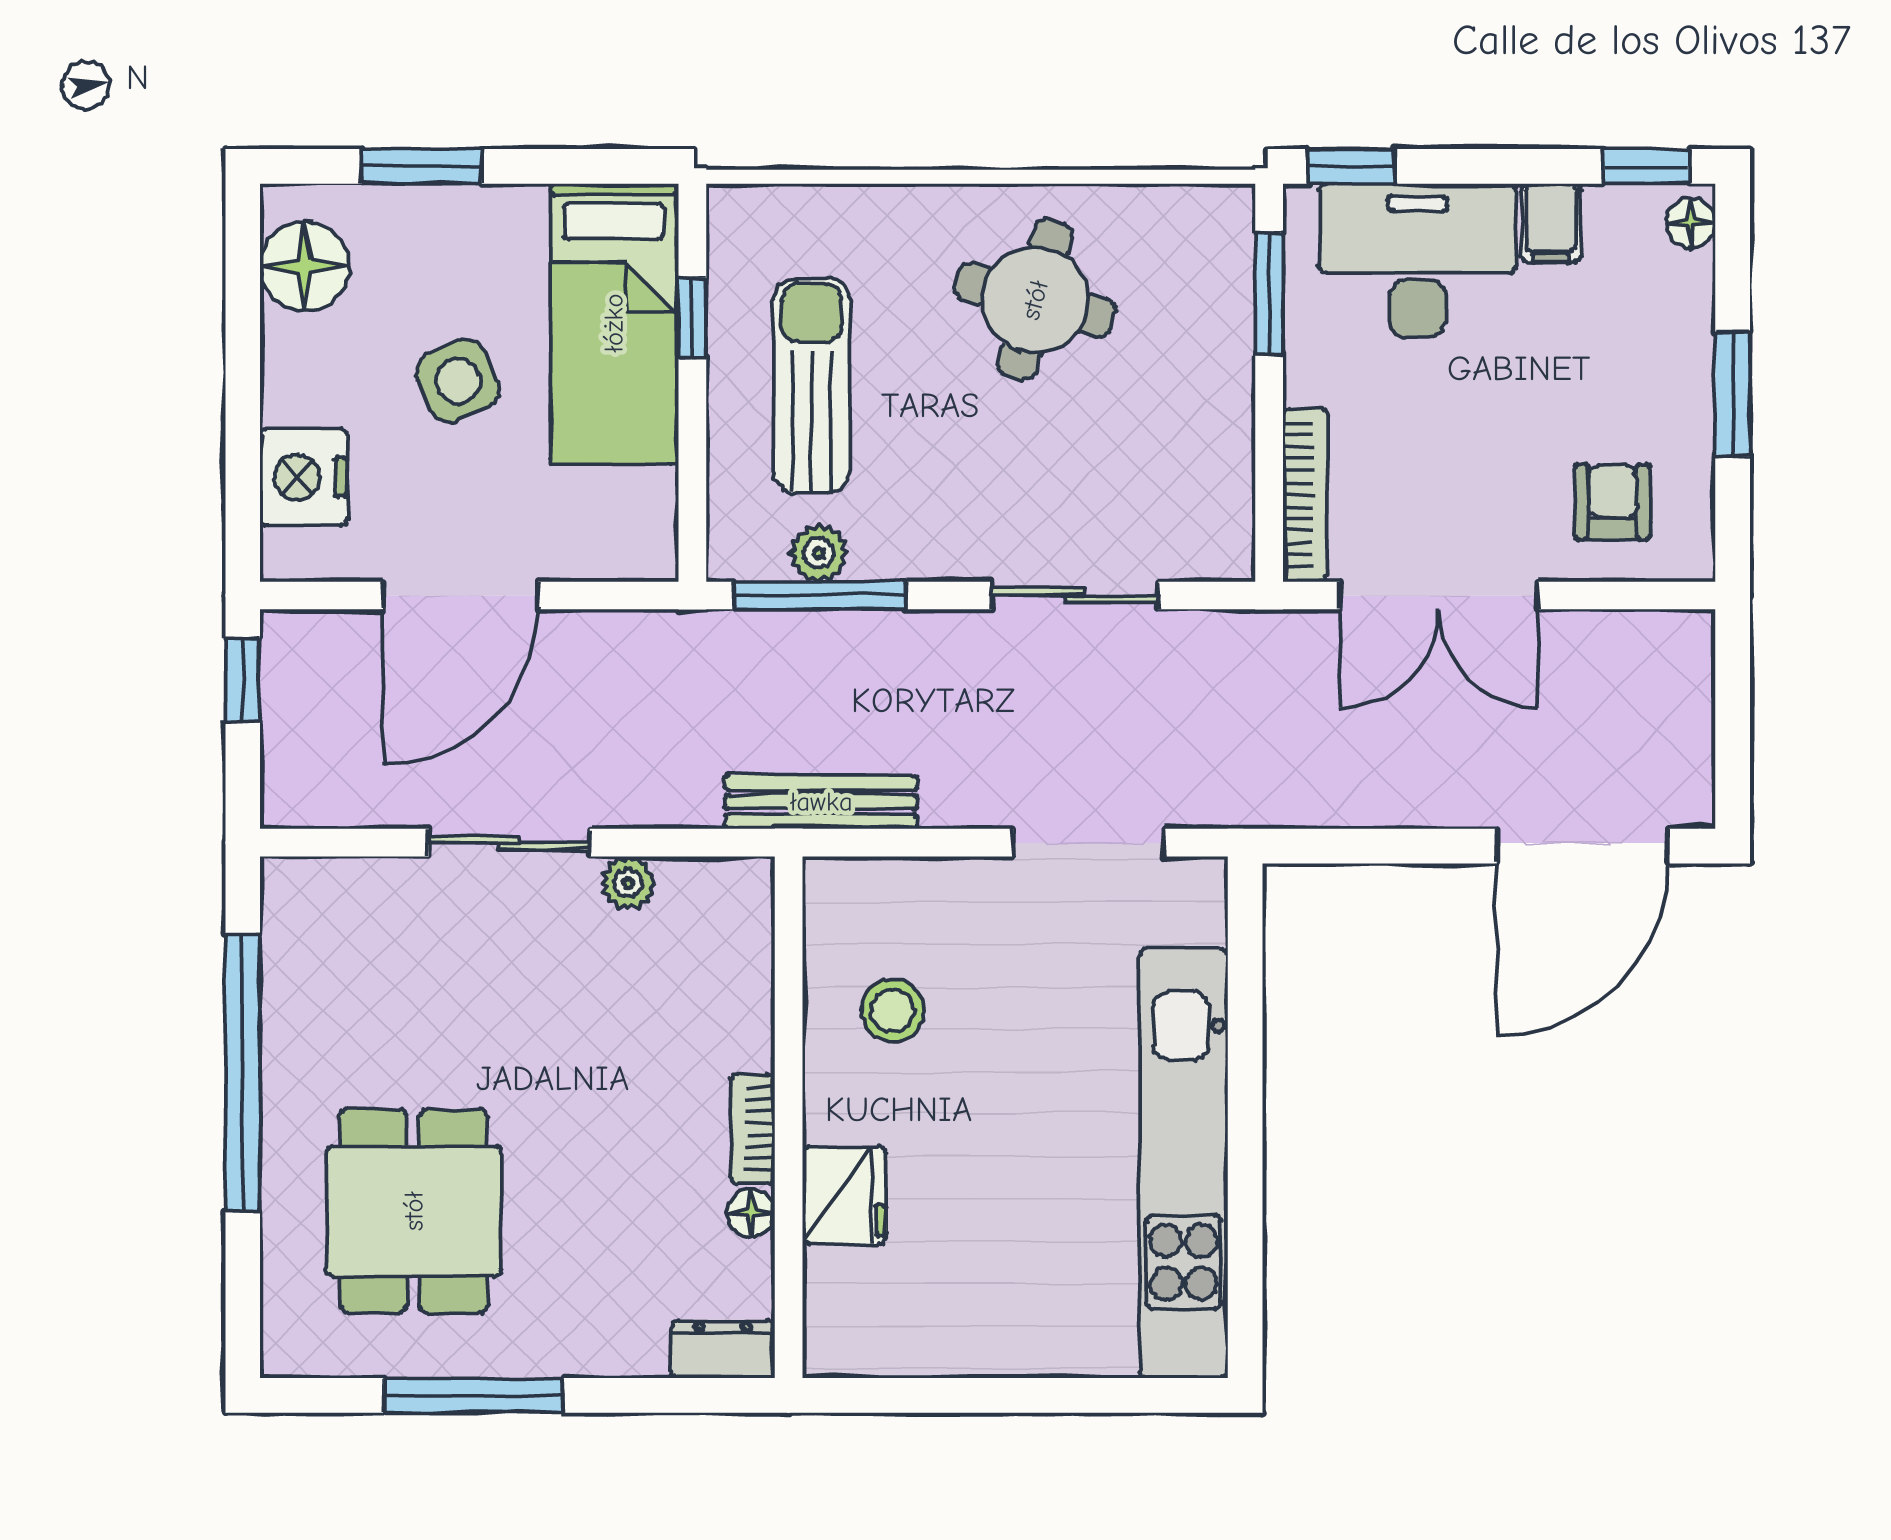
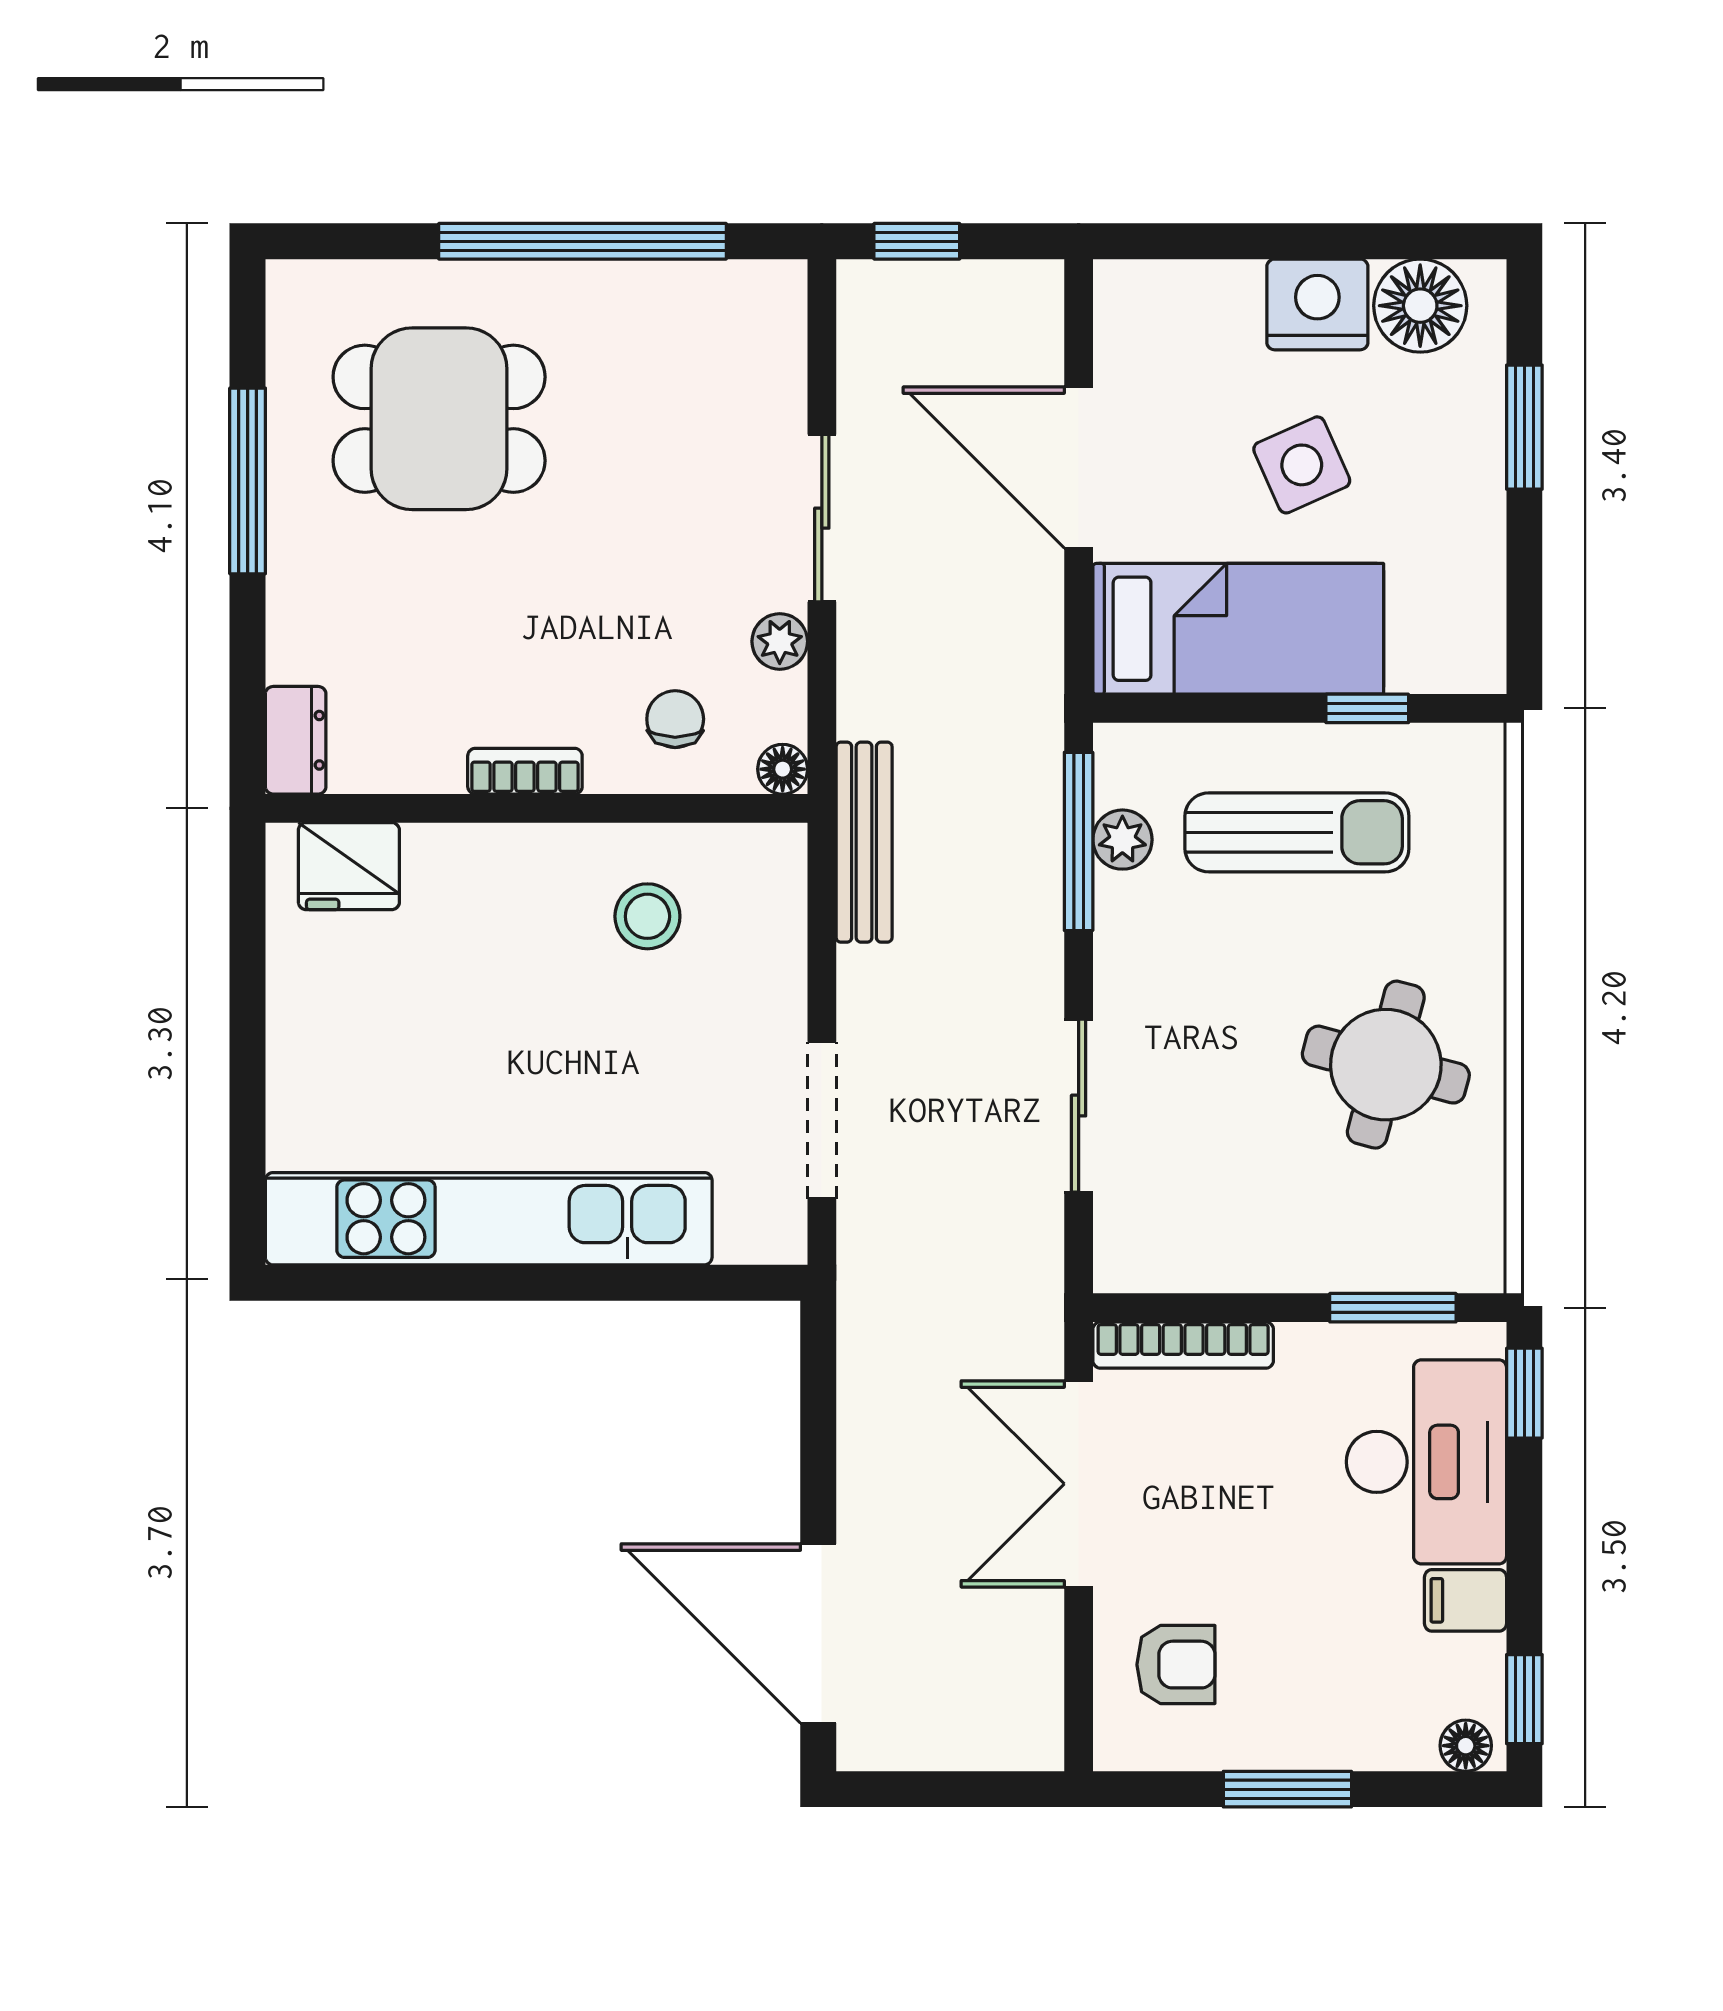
bed: (614, 323) -> (1238, 629), moved, turned 180
nightstand: (304, 477) -> (1317, 304), moved
window: (243, 680) -> (917, 241), moved
chair: (703, 984) -> (675, 719), added
fridge: (844, 1195) -> (349, 866), moved
floor lamp: (751, 1213) -> (783, 769), moved

